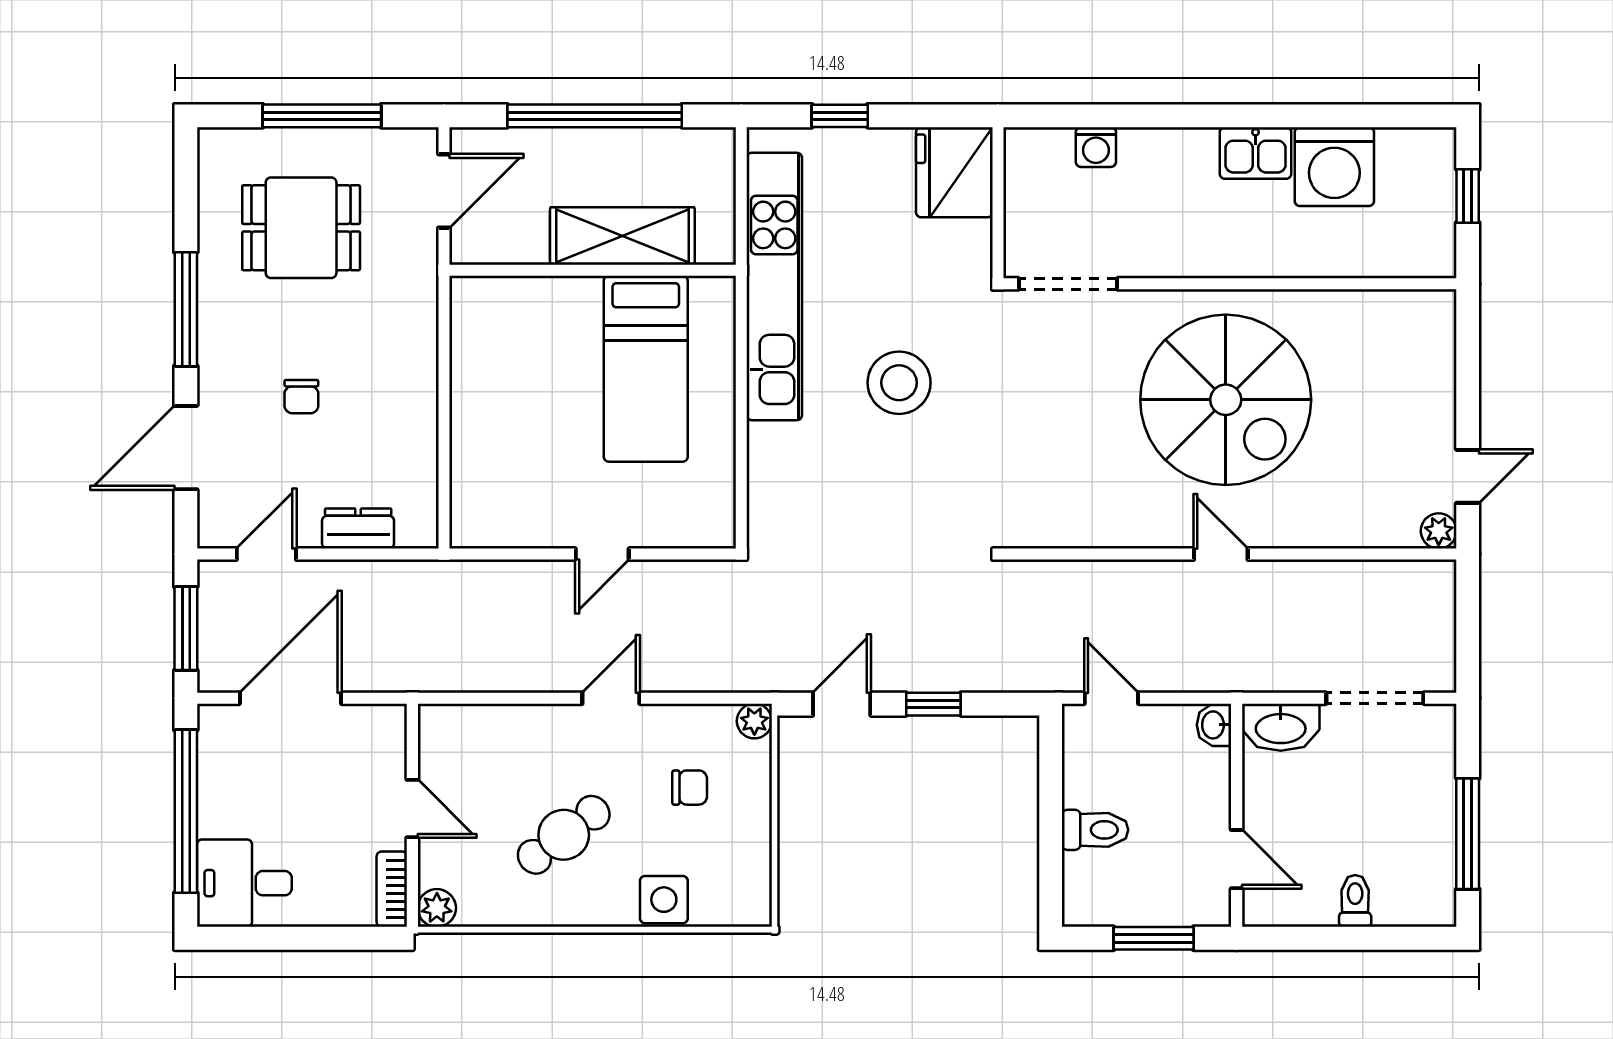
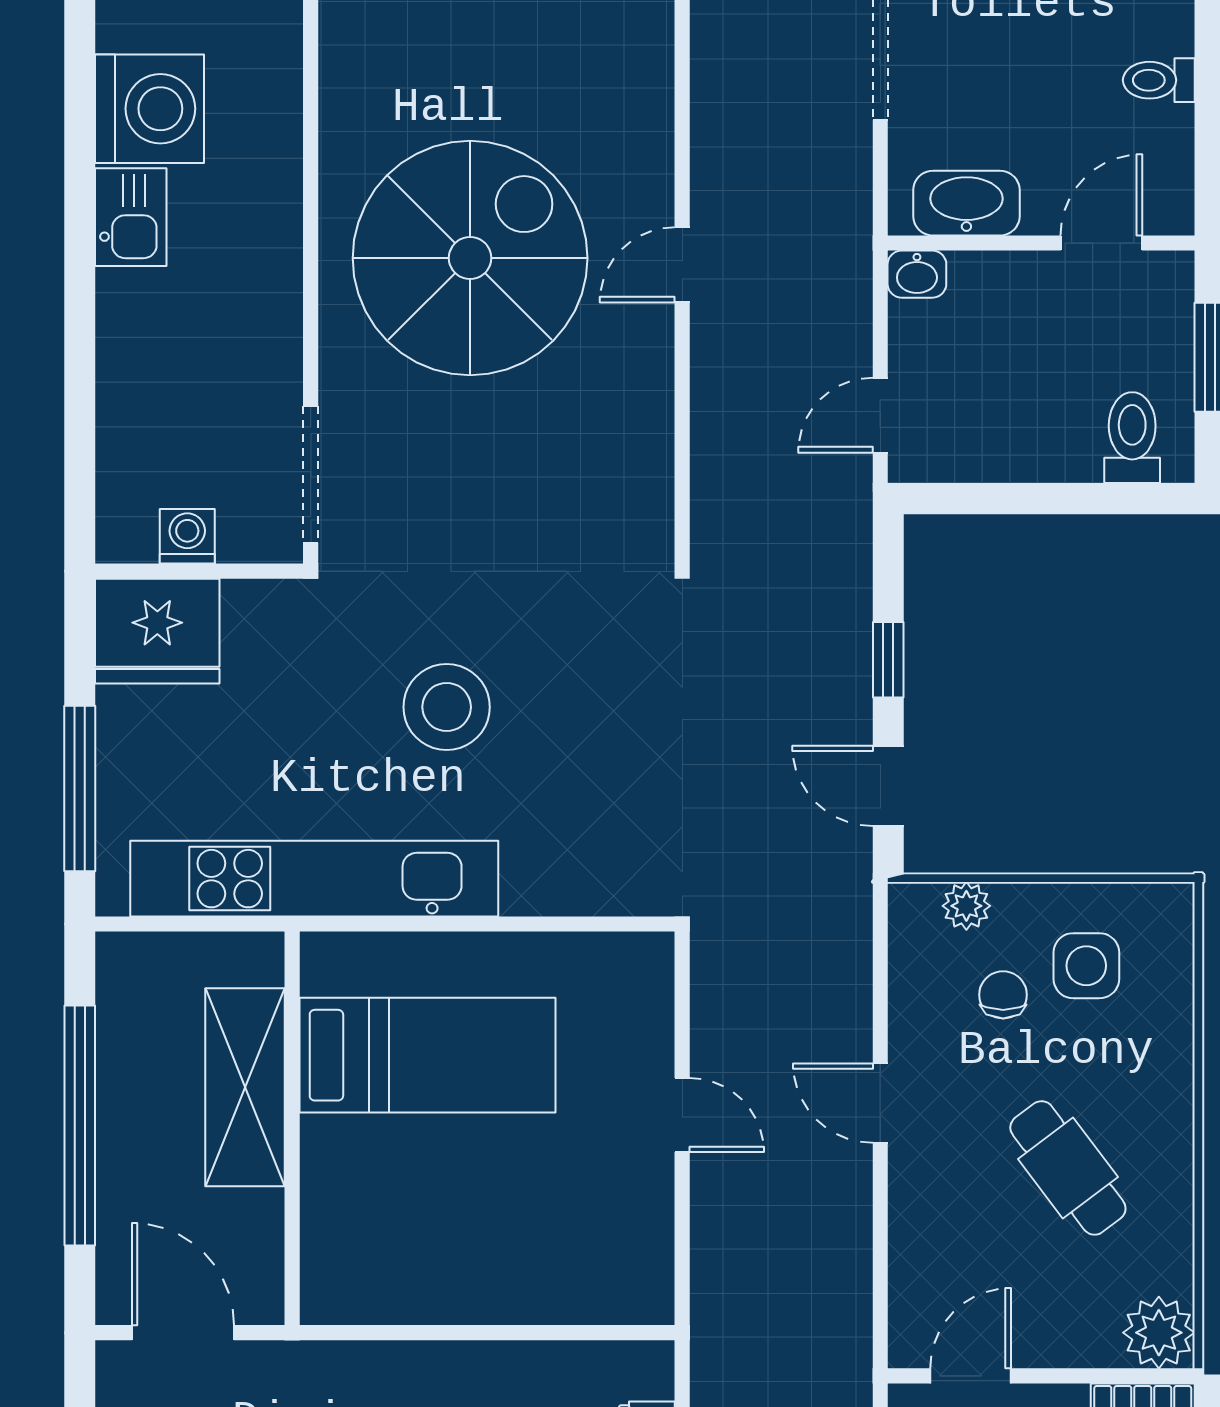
window: (840, 116) -> (80, 789), width x2.17
washing machine: (1096, 147) -> (187, 536), moved, turned -90
plant: (754, 721) -> (966, 906), moved
washbasin: (1281, 727) -> (966, 203), moved, turned -90
door: (412, 809) -> (971, 1376), moved
toilet: (1095, 830) -> (1132, 438), moved
side table: (664, 900) -> (1086, 966), moved
plant: (437, 908) -> (1159, 1333), width x1.38, depth x1.38

